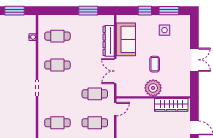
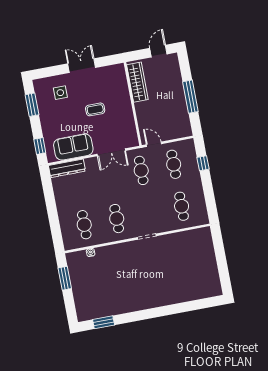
window: (88, 11) -> (49, 195), removed
window: (145, 11) -> (40, 146), moved
side table: (164, 30) -> (60, 93), moved
dresser: (109, 41) -> (67, 168), moved
plant: (153, 88) -> (122, 106), removed

